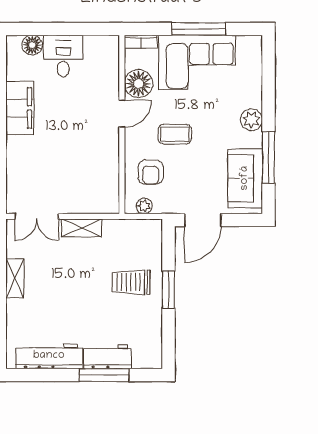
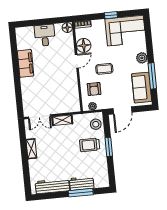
window: (198, 29) -> (111, 15), width x0.46
floor lamp: (32, 45) -> (67, 28), moved
corner sofa: (197, 62) -> (125, 31), moved
stool: (147, 242) -> (96, 124), added

